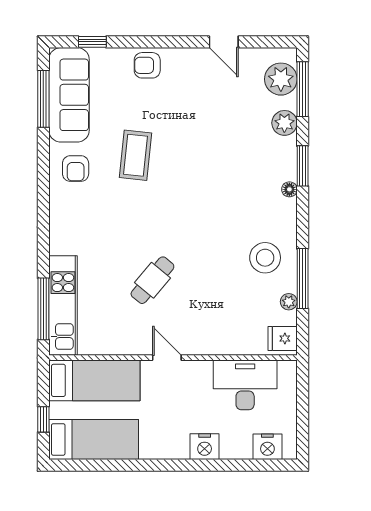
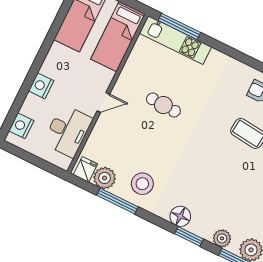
floor lamp: (289, 189) -> (180, 216), width x1.89, depth x1.89
cafe table: (152, 280) -> (163, 105), turned -37
plant: (289, 302) -> (105, 178), width x1.87, depth x1.87
door: (167, 358) -> (103, 103), moved

